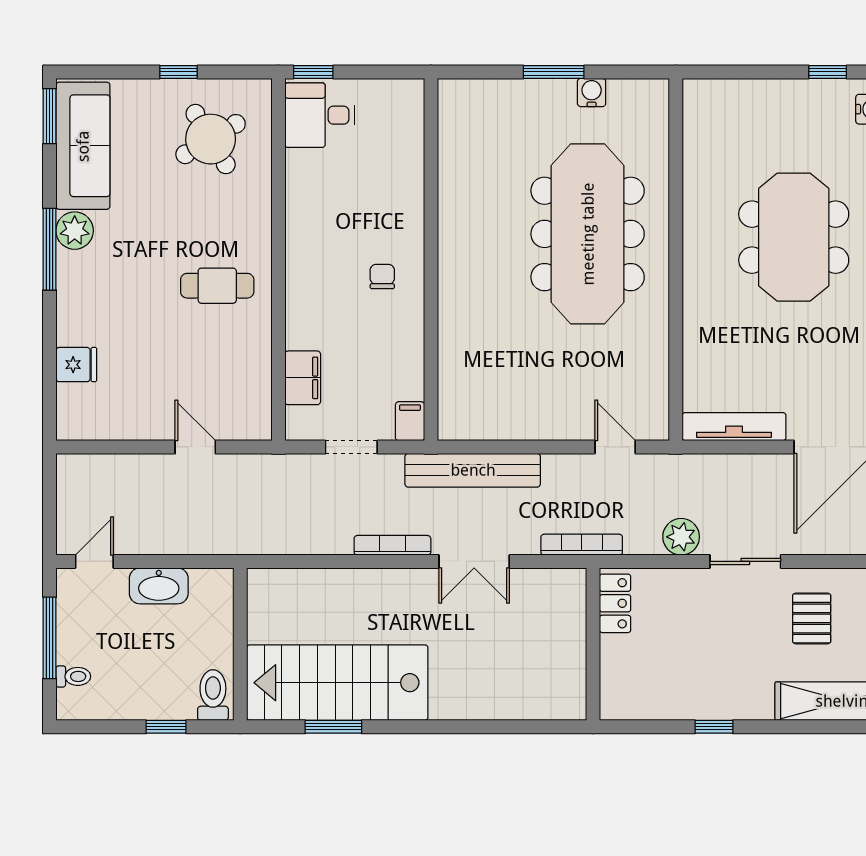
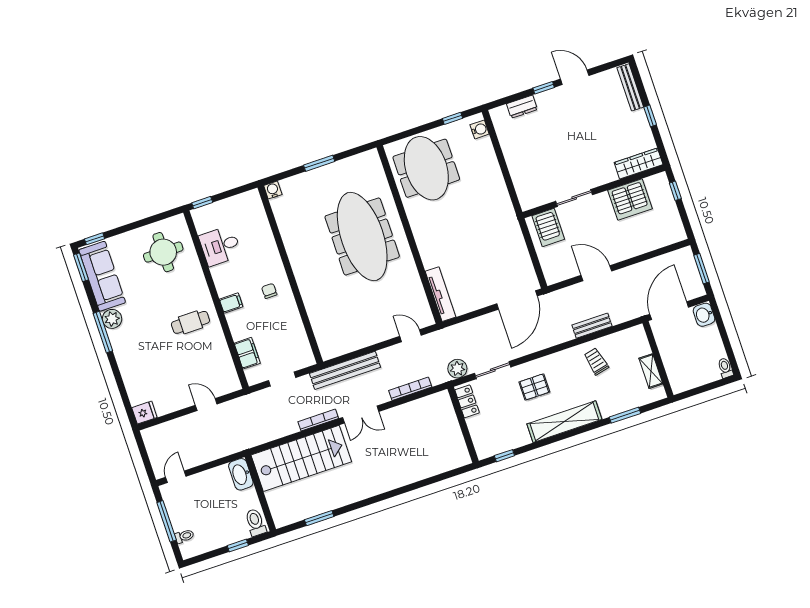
window: (178, 72) -> (95, 239), moved
water cooler: (592, 92) -> (273, 190), moved
desk: (320, 115) -> (220, 246), moved
round table: (211, 139) -> (163, 252), turned 31
meeting table: (794, 237) -> (426, 168), moved
fridge: (76, 365) -> (144, 413), moved
filing cabinet: (410, 421) -> (231, 303), moved, turned 90
tv unit: (734, 427) -> (440, 294), moved, turned 90
washbasin: (159, 586) -> (241, 474), moved, turned 90
locker: (615, 603) -> (467, 401), moved
pallet: (812, 618) -> (534, 387), turned 90
wall: (593, 644) -> (463, 425), moved
stairs: (337, 683) -> (301, 458), moved, turned 180

